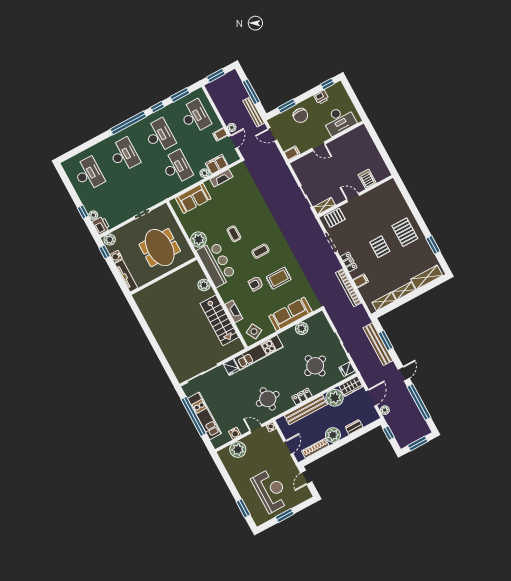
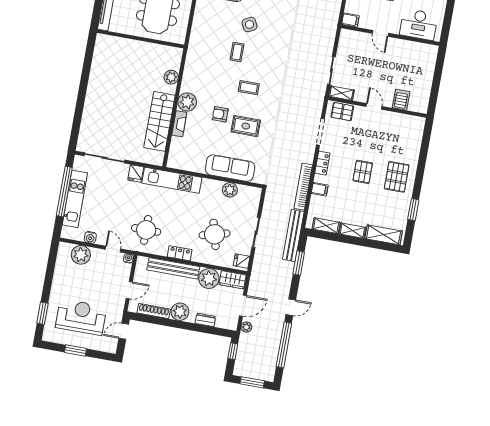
plant: (198, 239) -> (187, 102), moved
bar counter: (216, 264) -> (198, 67), removed
side table: (254, 331) -> (250, 24), moved
bench: (378, 344) -> (293, 235), moved
reception desk: (271, 490) -> (81, 317), turned -90

